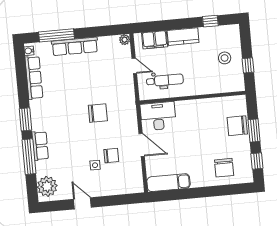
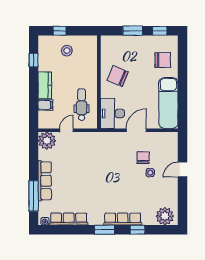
plant: (125, 40) -> (47, 141), width x1.88, depth x1.88
filing cabinet: (155, 40) -> (45, 105), width x0.50
window: (248, 65) -> (60, 31), moved
chair: (98, 113) -> (105, 166), removed
chair: (237, 126) -> (118, 76), moved, turned 113
row of seats: (40, 146) -> (123, 219), width x1.48
window: (29, 157) -> (137, 230), width x0.46
exam couch: (169, 183) -> (168, 103), width x1.36, depth x1.45
door: (82, 203) -> (183, 170), moved

